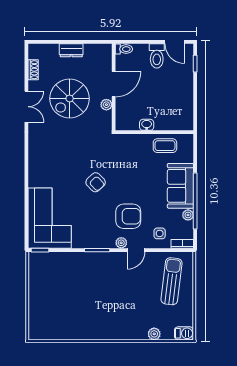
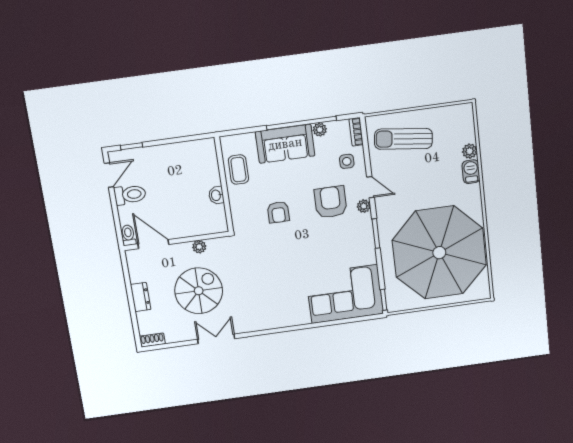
shoe rack: (33, 70) -> (152, 340), moved
door: (114, 84) -> (153, 244), moved
spiral stairs: (70, 98) -> (199, 291), turned -90
armchair: (96, 182) -> (278, 212), moved, turned 134
parasol: (74, 301) -> (439, 253), added
barbecue: (184, 333) -> (471, 172), moved

